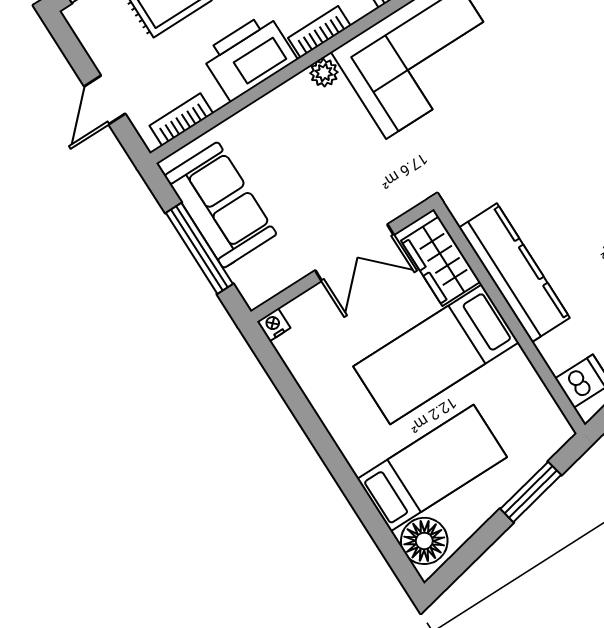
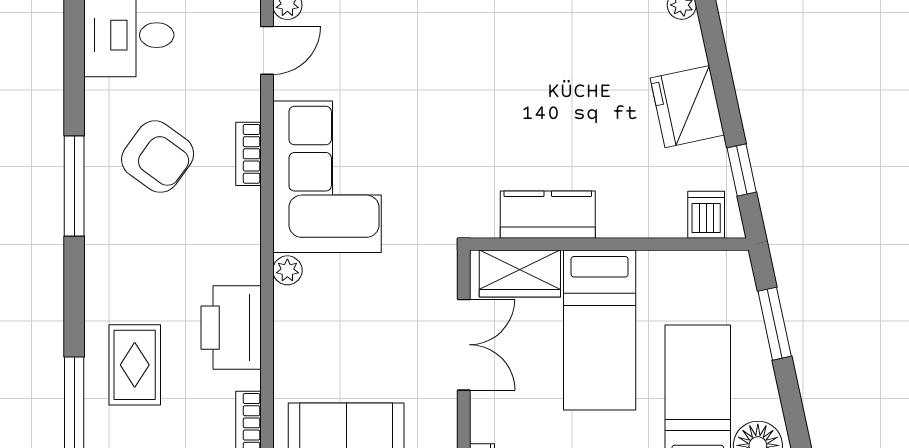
bookcase: (319, 32) -> (249, 251), removed
kitchen counter: (514, 273) -> (548, 215), width x0.67

